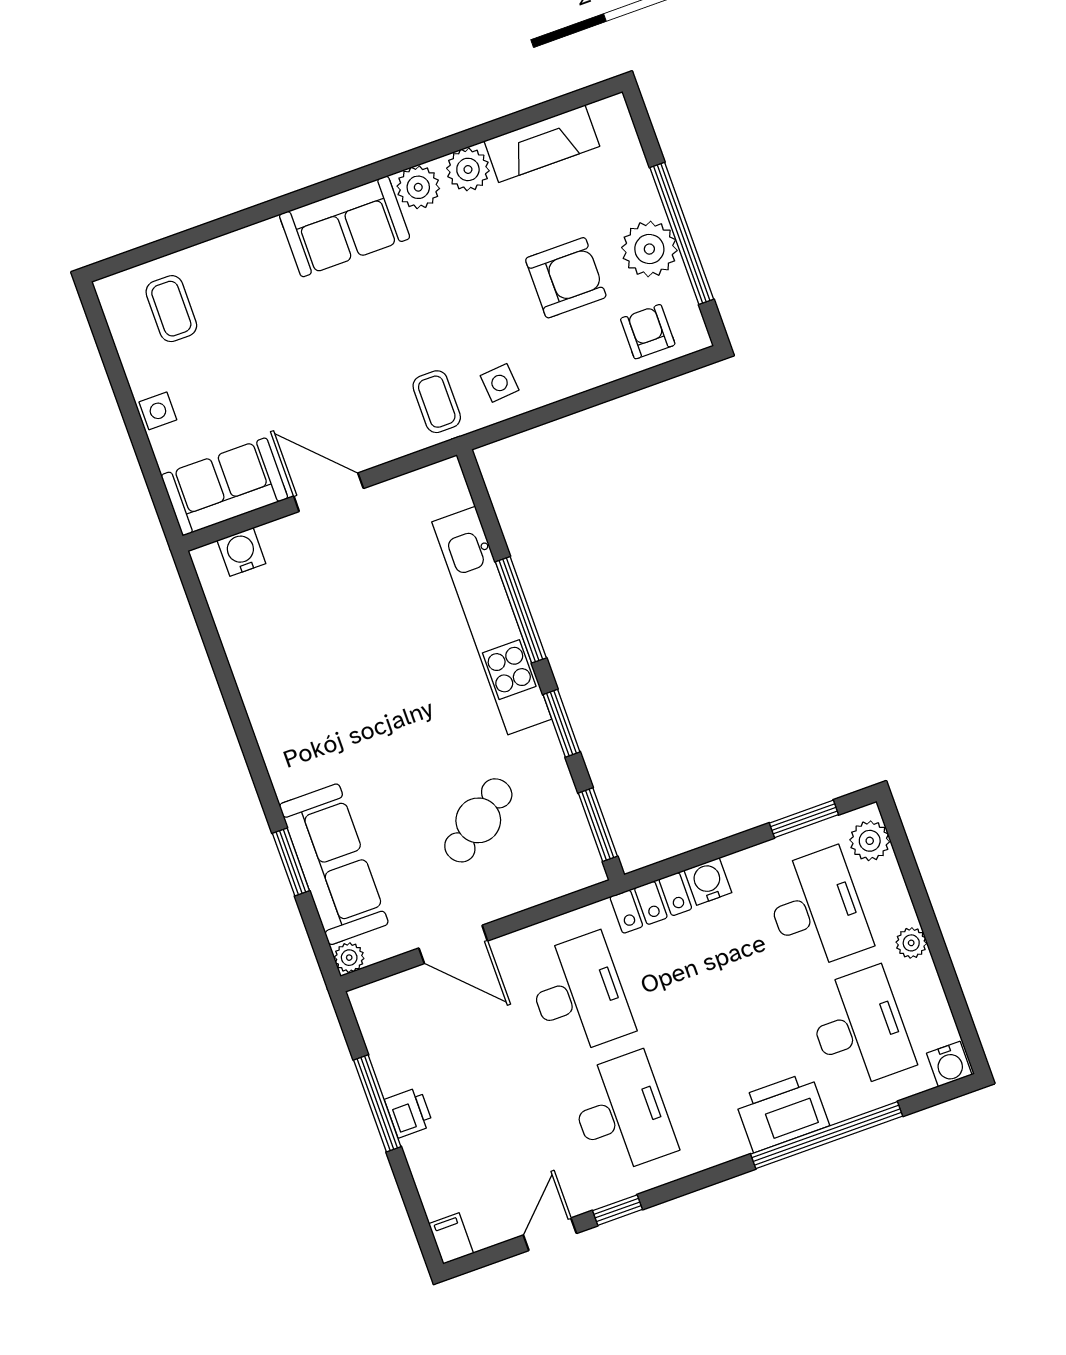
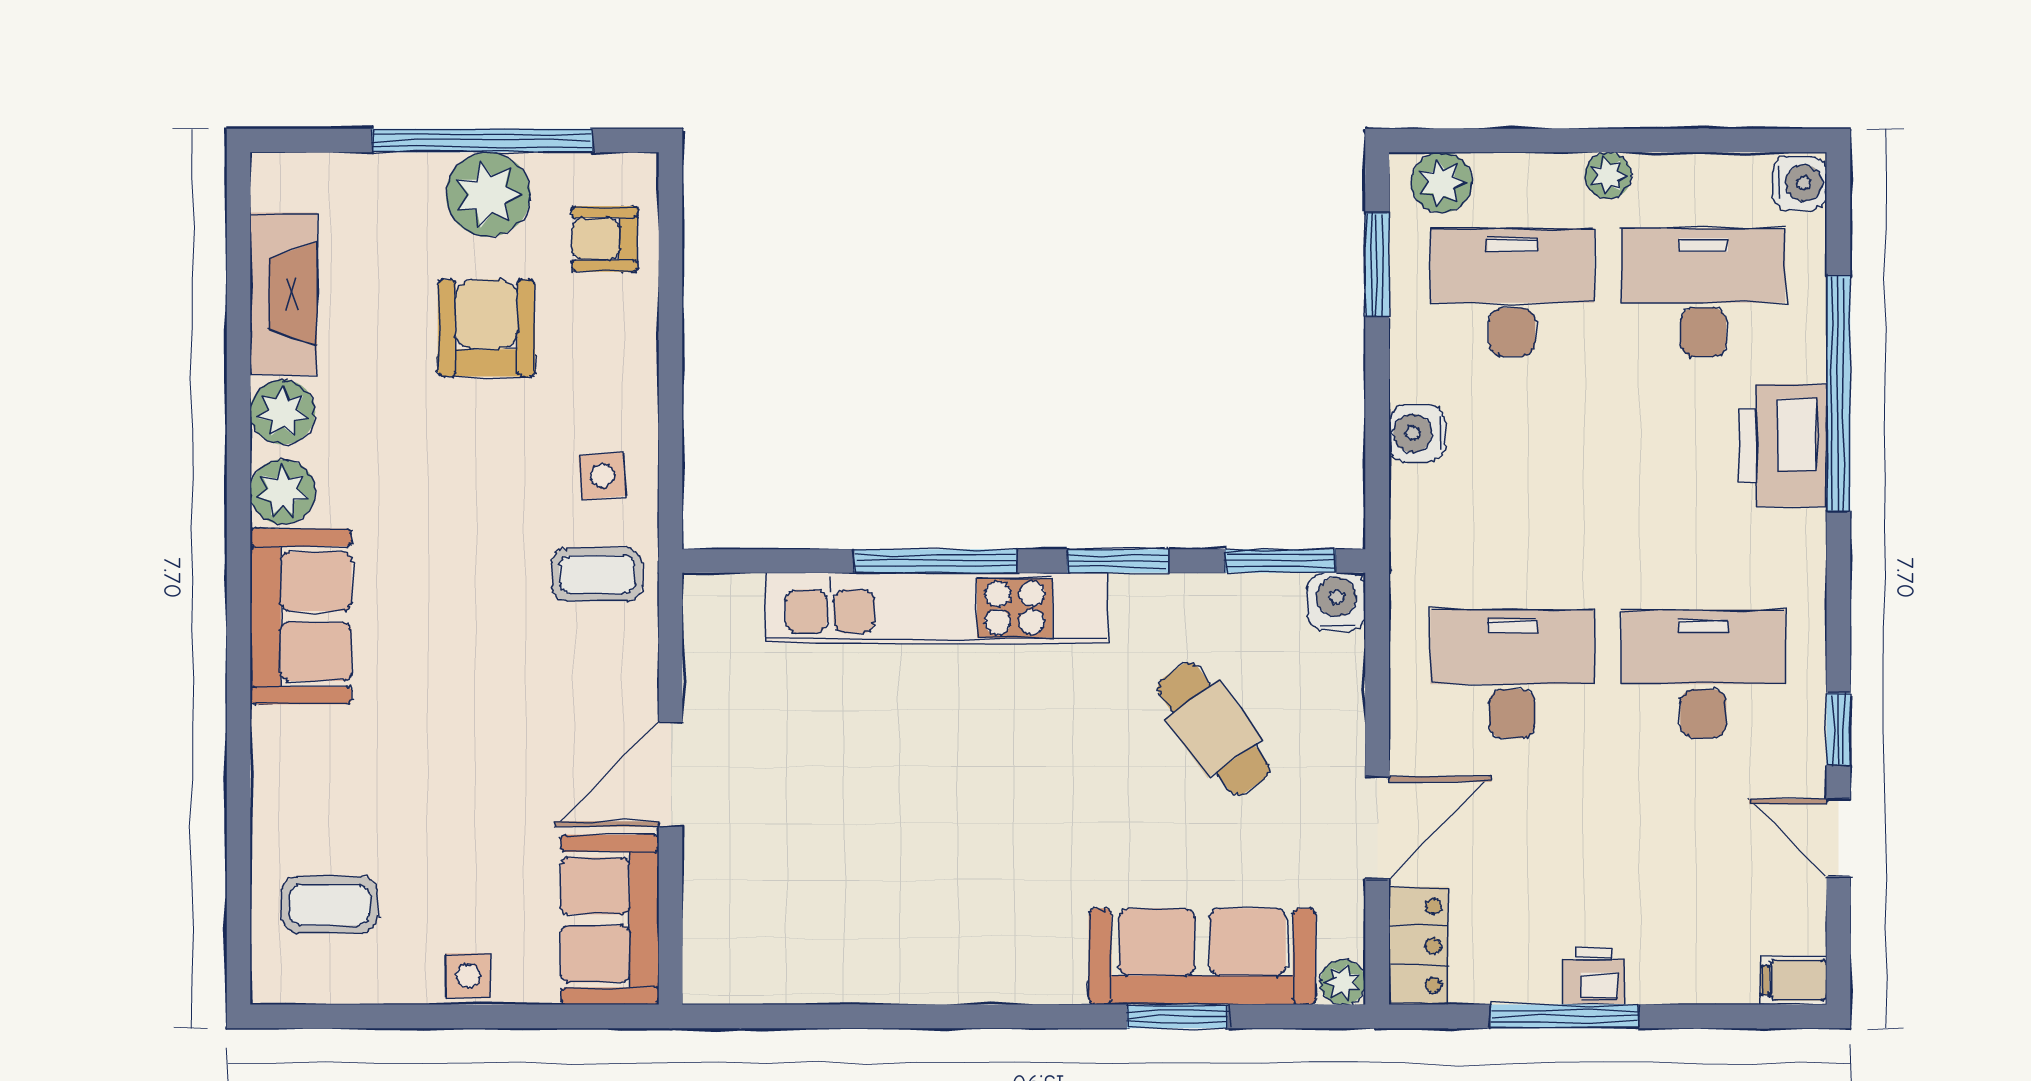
water cooler: (241, 552) -> (1336, 602), moved, turned 90
locker: (651, 903) -> (1419, 946), moved

